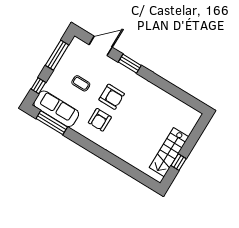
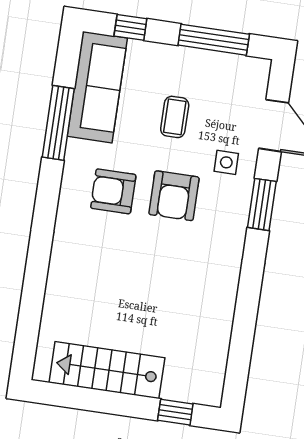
side table: (107, 71) -> (226, 162), added
window: (52, 123) -> (58, 123), moved
window: (179, 162) -> (175, 412), moved

